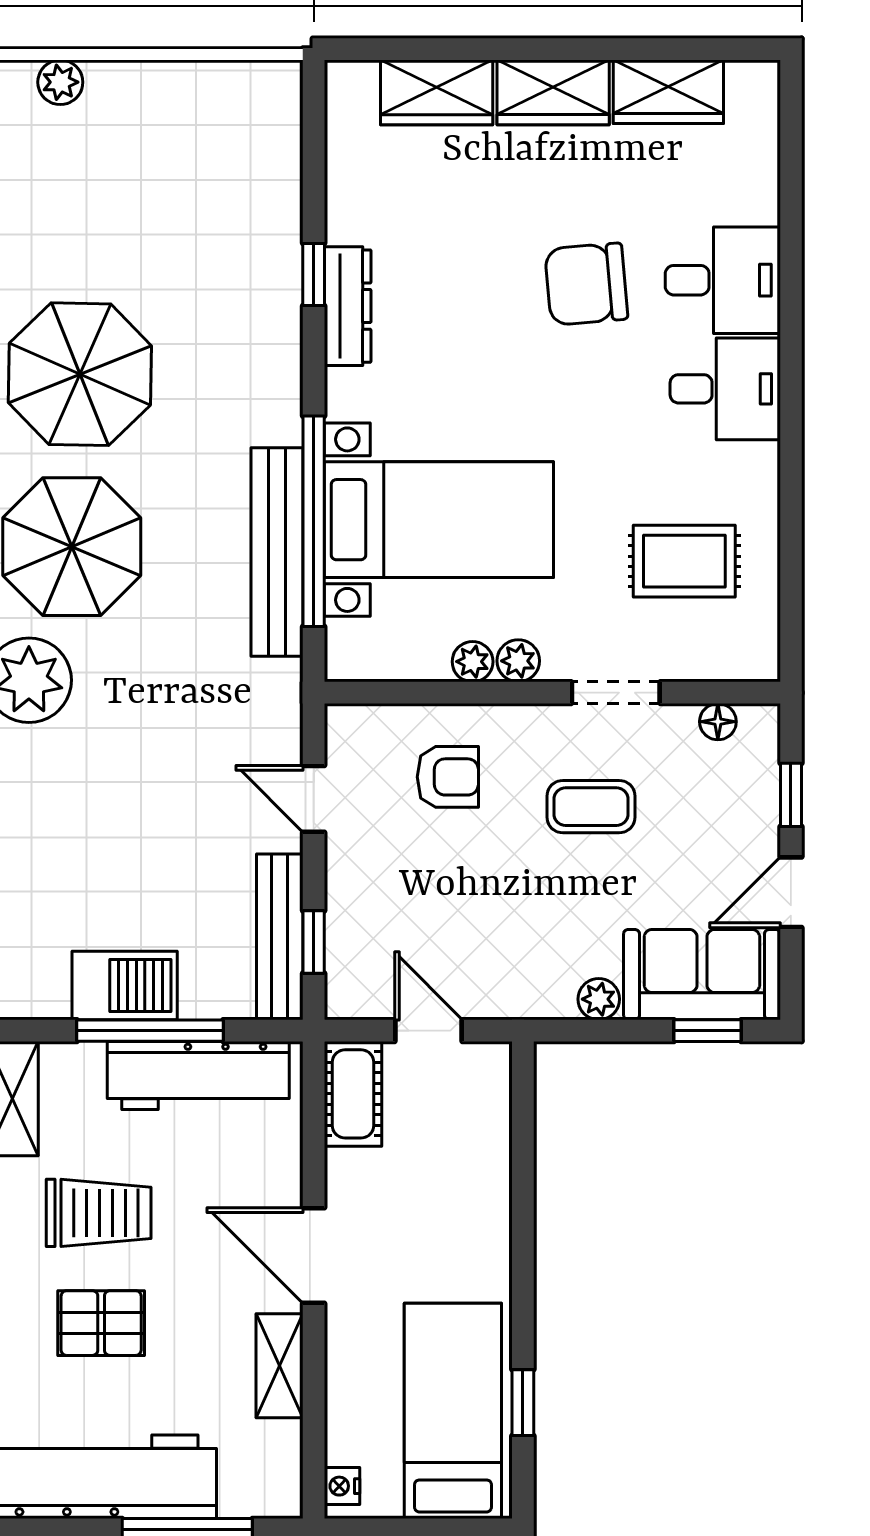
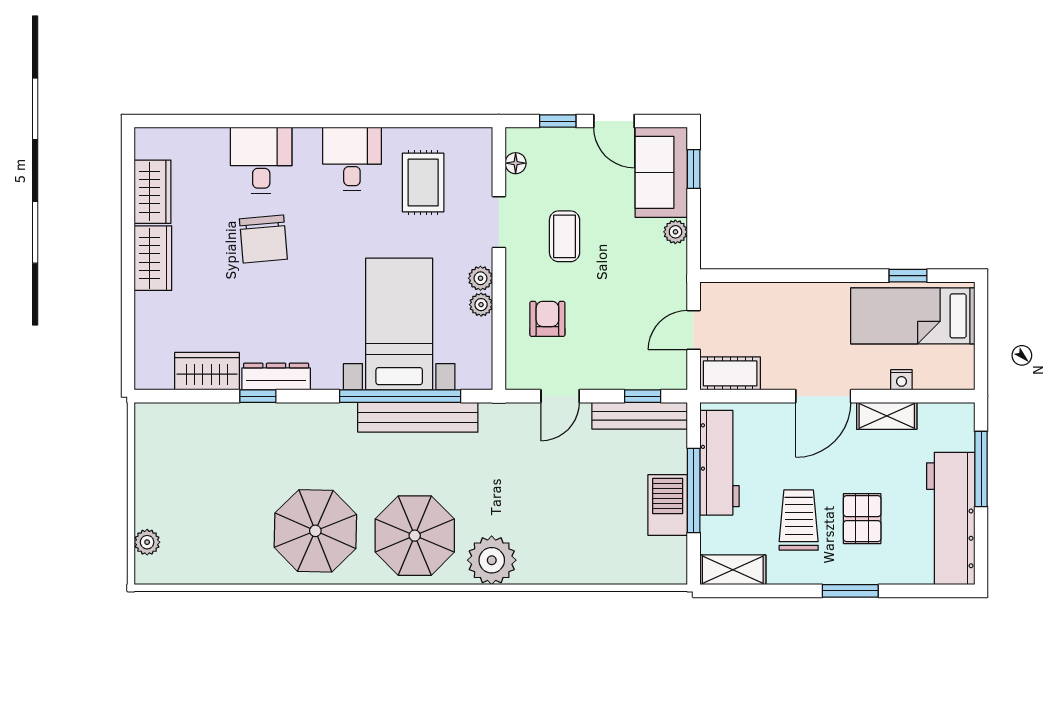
wardrobe: (437, 92) -> (207, 371), moved, turned -90
desk: (725, 389) -> (352, 159), moved
nightstand: (342, 1486) -> (901, 380), moved

